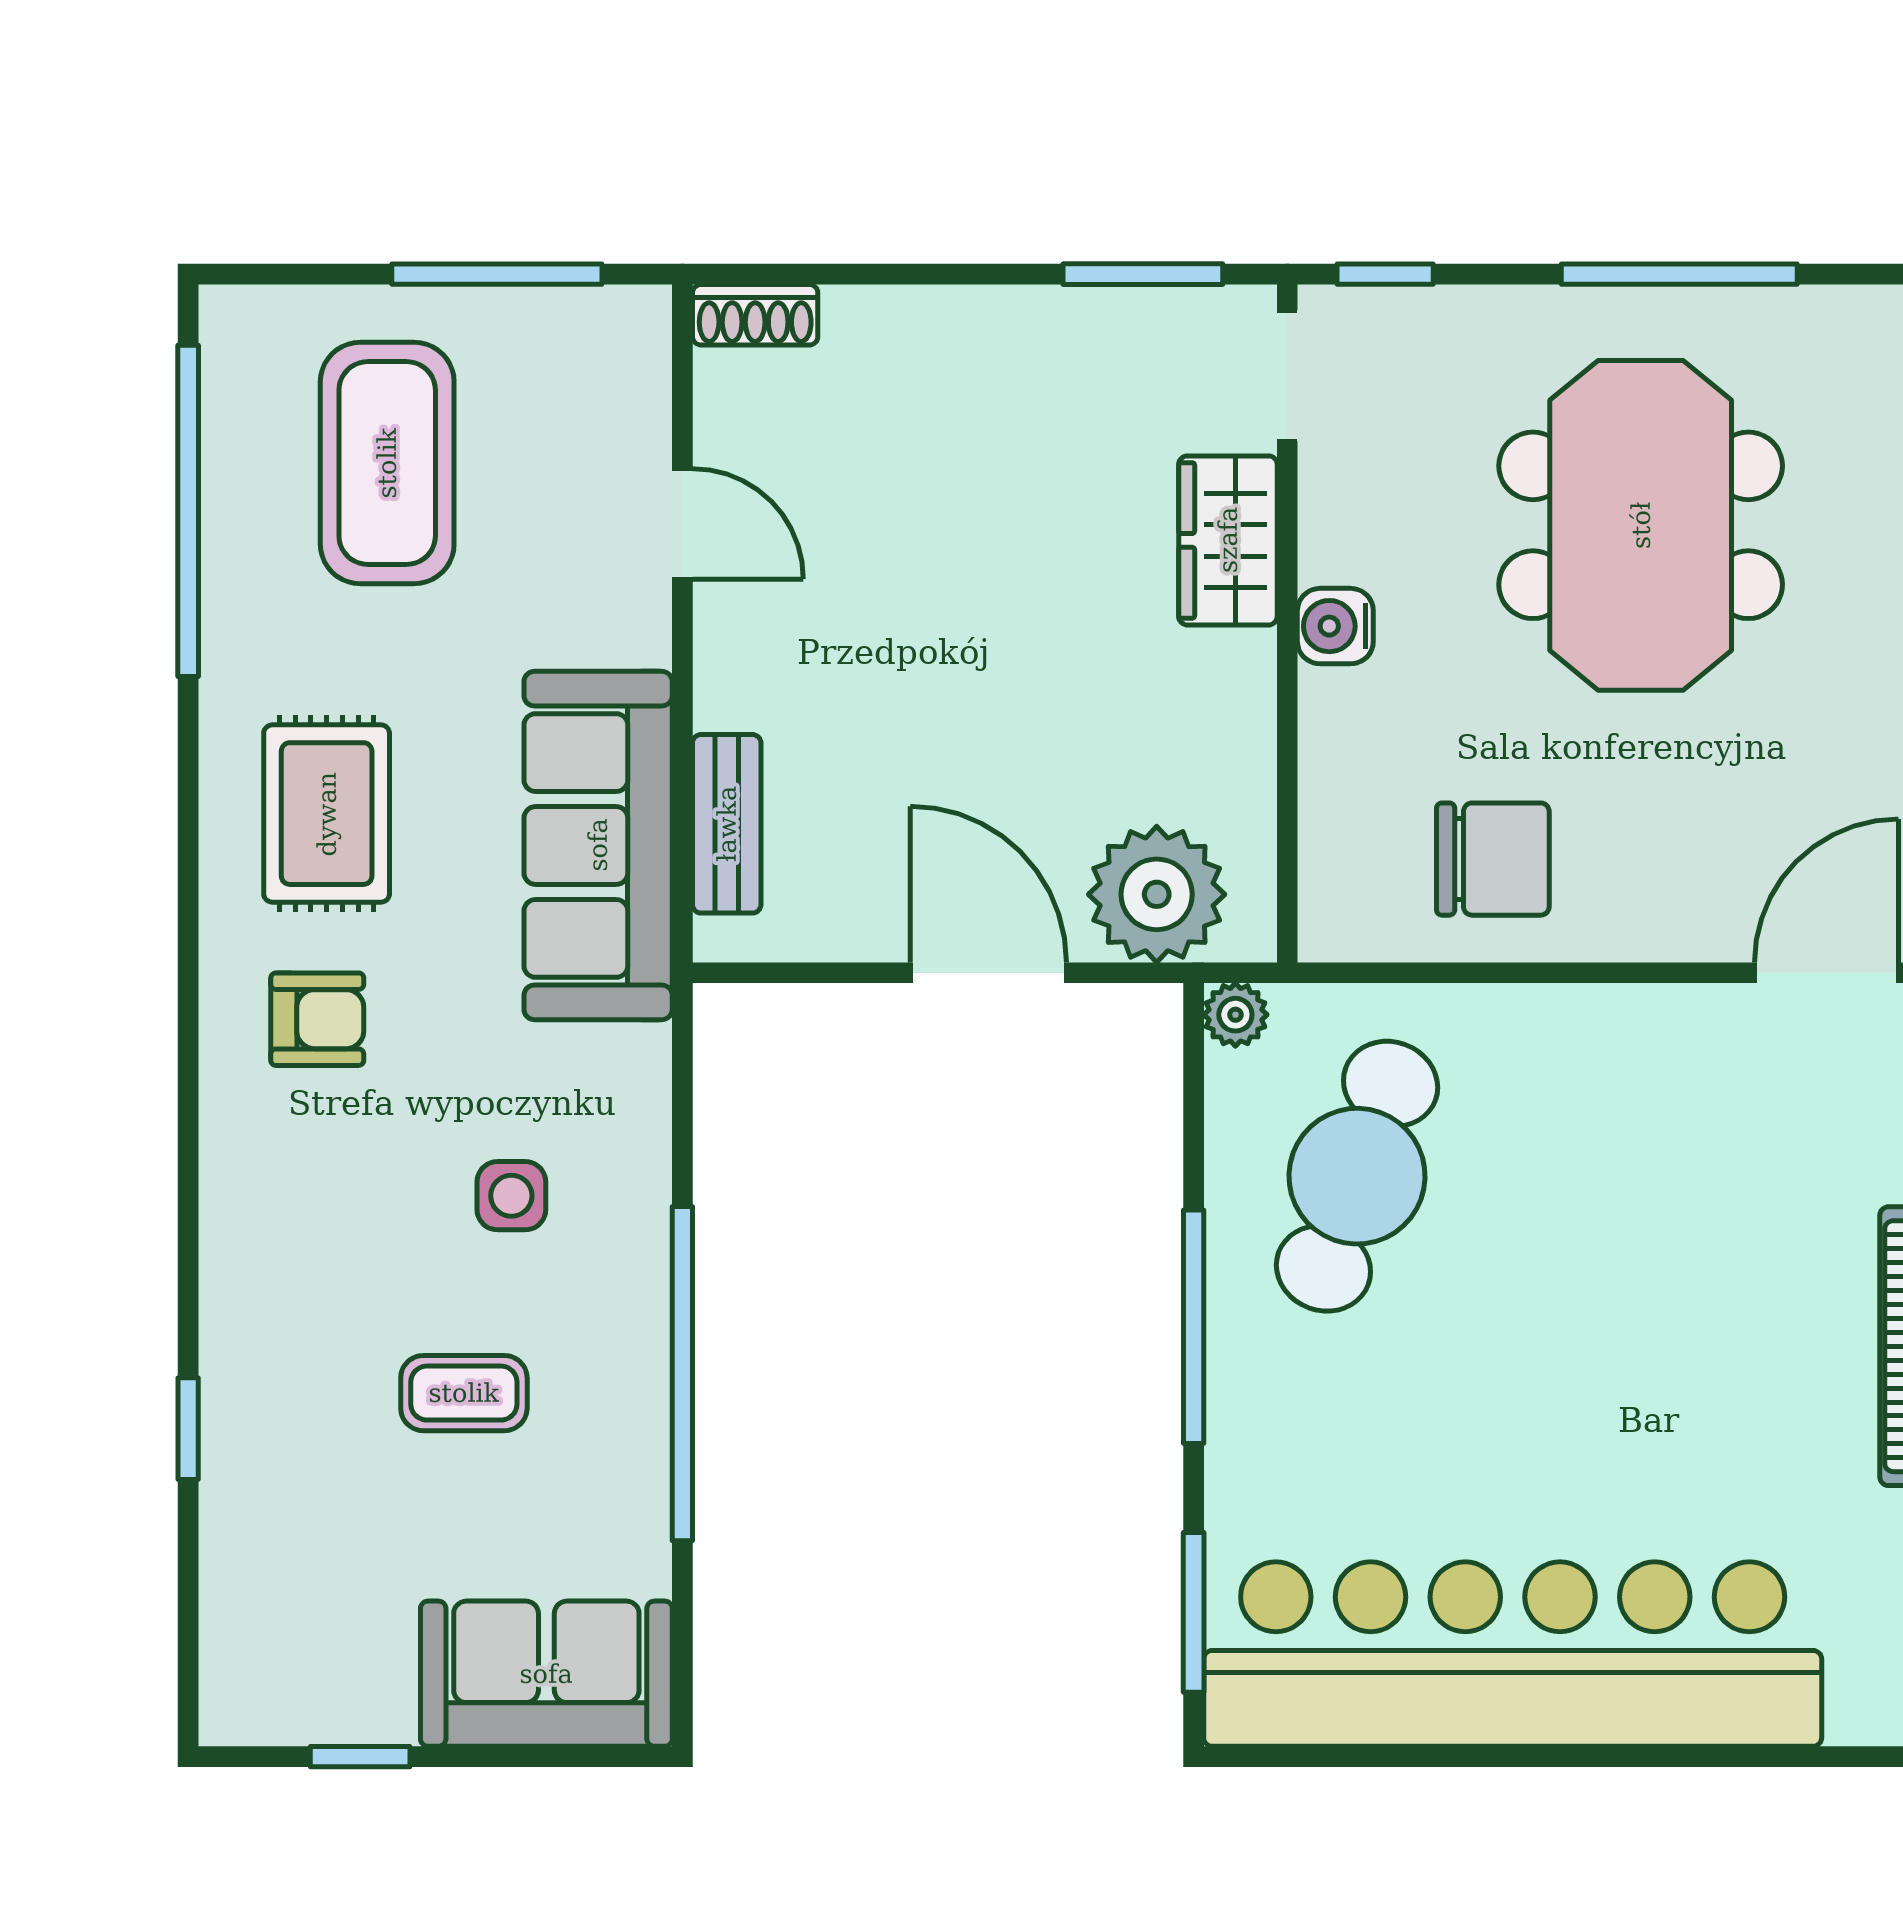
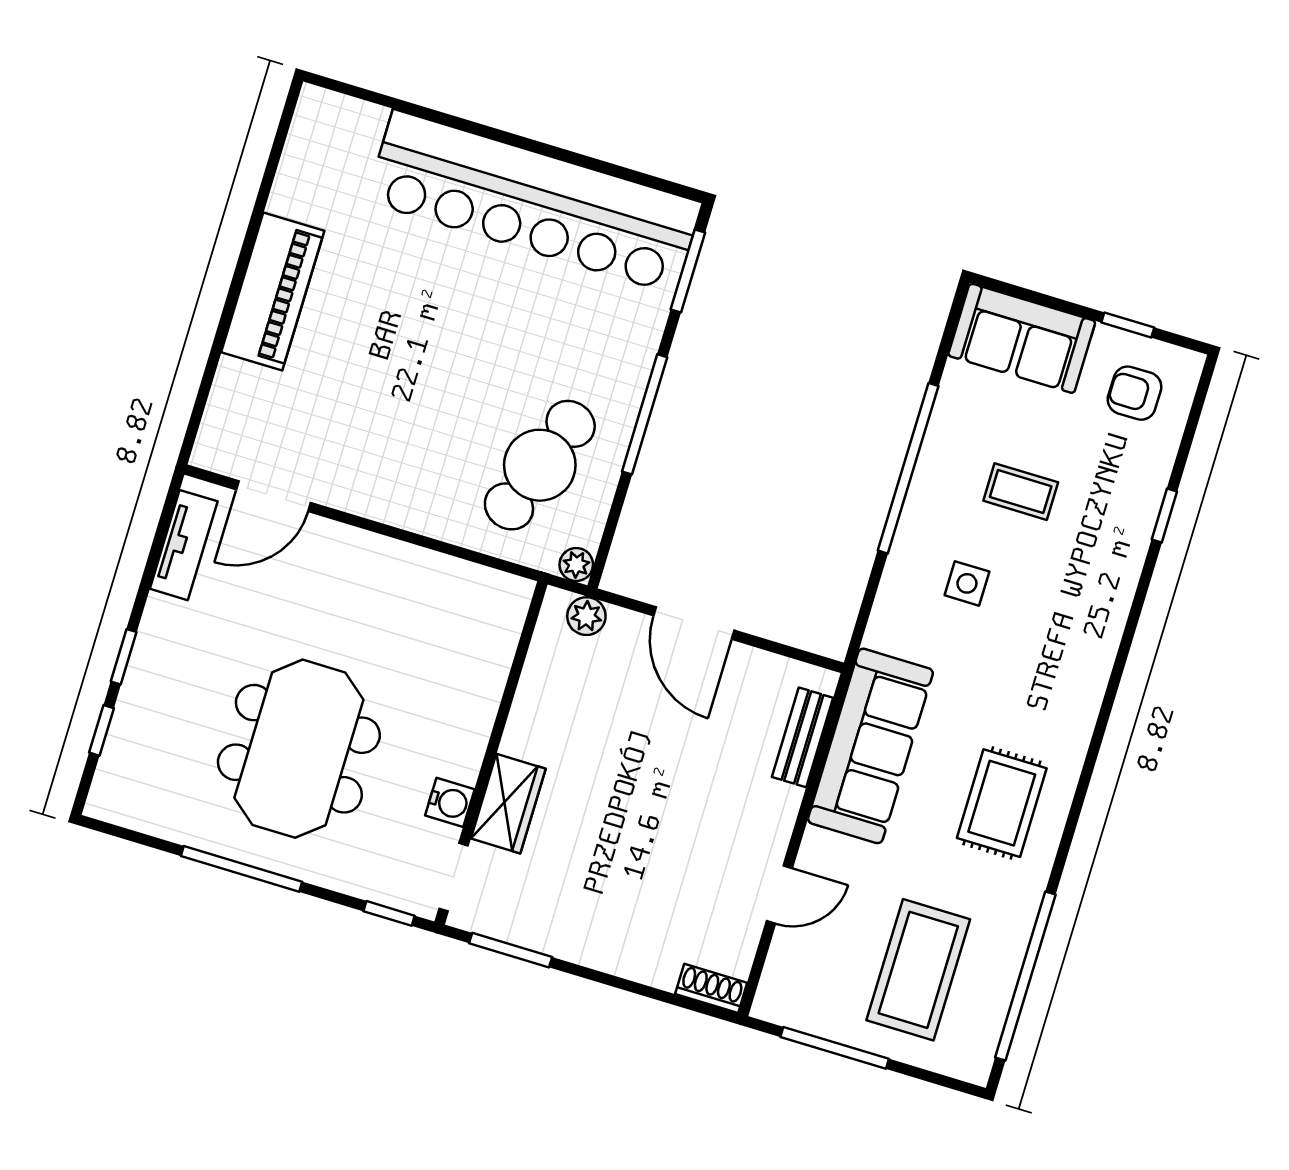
door: (682, 524) -> (779, 895), swing flipped
water cooler: (1335, 626) -> (450, 802), moved
chair: (1493, 859) -> (424, 604), removed
plant: (1157, 894) -> (586, 616), width x0.53, depth x0.53
armchair: (317, 1019) -> (1135, 393), moved

